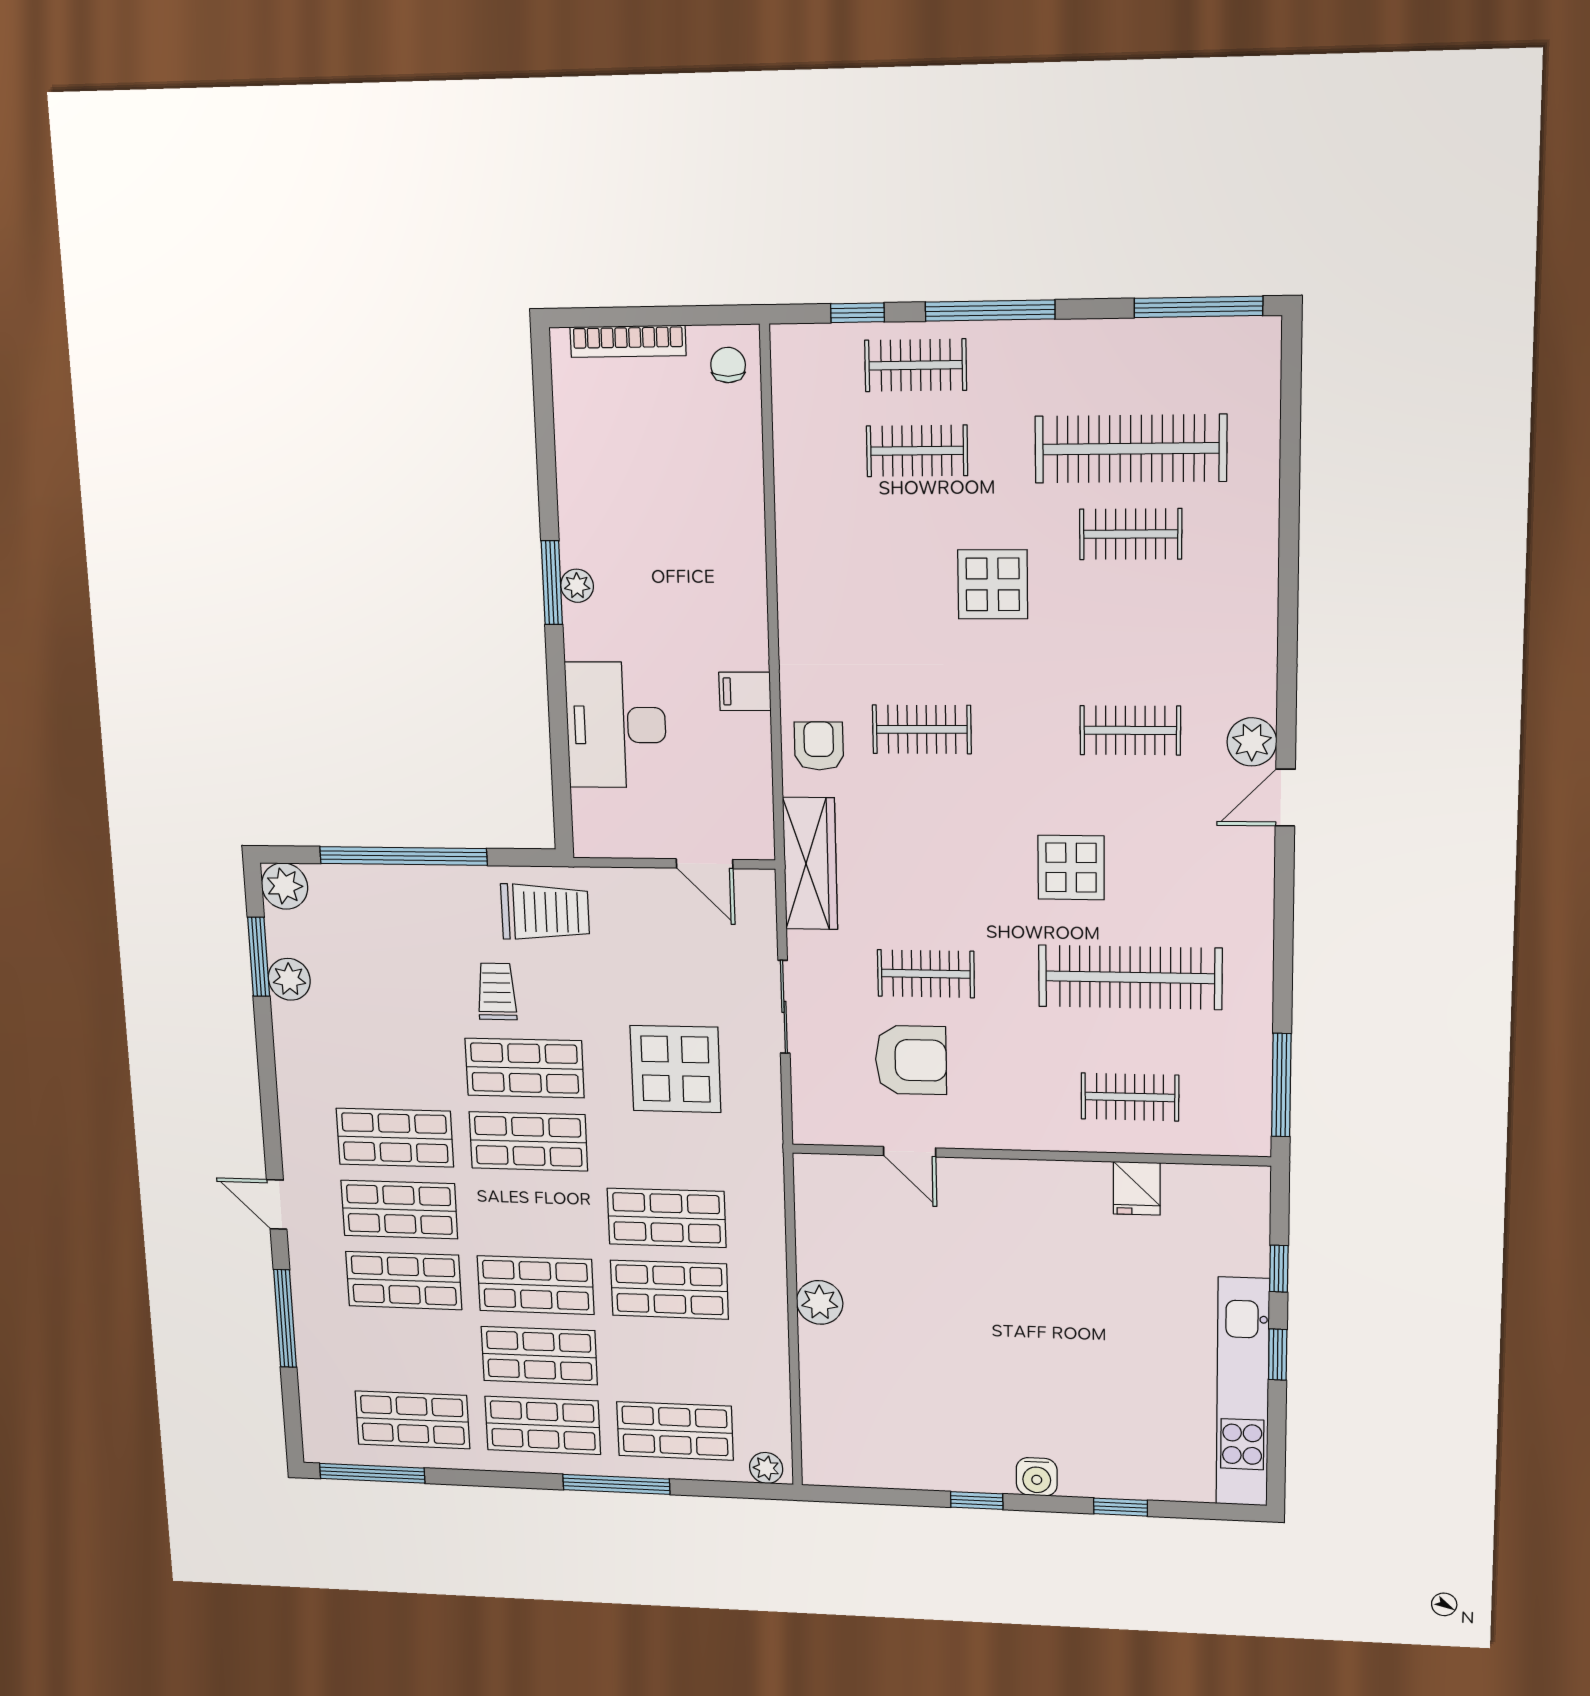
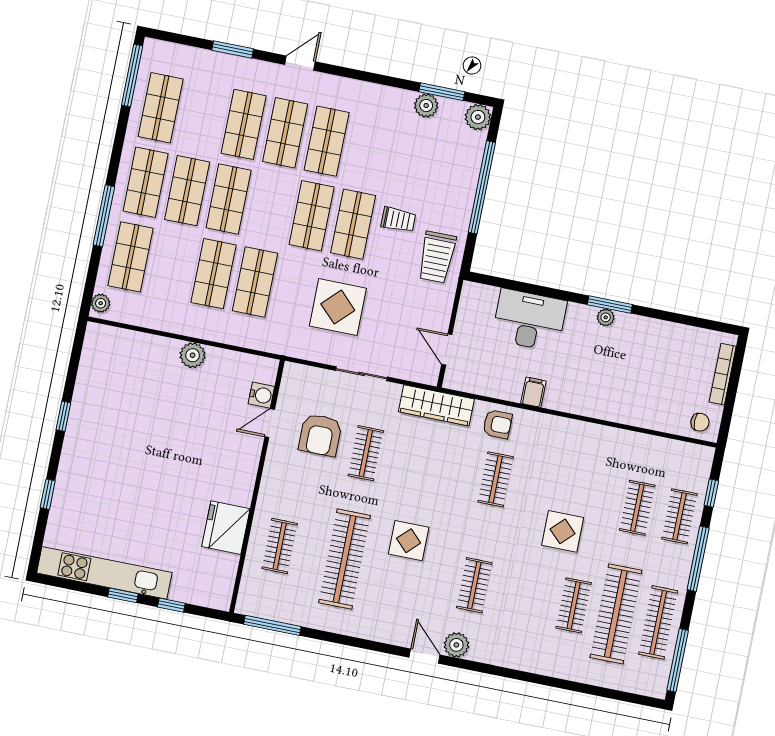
clothes rail: (1131, 362) -> (658, 622), added
door: (705, 864) -> (447, 349), hinge flipped
fridge: (1137, 1188) -> (226, 528), width x1.88, depth x1.34
window: (285, 1318) -> (233, 50), width x0.69
water cooler: (1037, 1477) -> (261, 395), moved, turned 180

